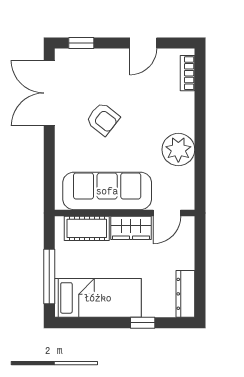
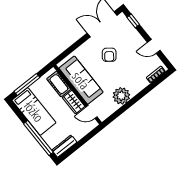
window: (143, 323) -> (38, 138), width x3.17

